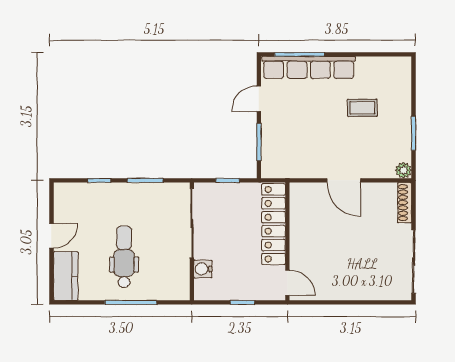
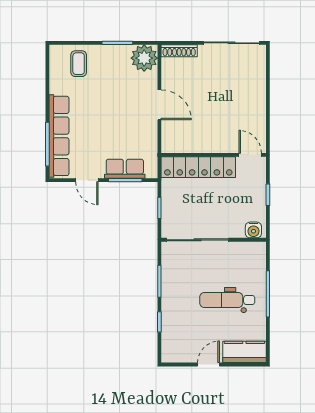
coffee table: (362, 108) -> (79, 64), moved
row of seats: (272, 141) -> (125, 169), added
plant: (403, 170) -> (144, 58), width x1.87, depth x1.87
door: (344, 180) -> (159, 105), hinge flipped
door: (51, 236) -> (209, 364), hinge flipped
water cooler: (203, 269) -> (253, 230), moved
door: (287, 283) -> (250, 155), hinge flipped

